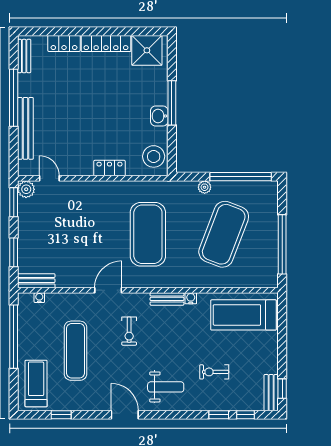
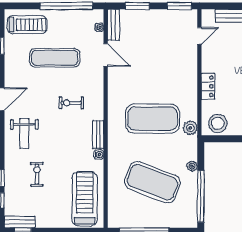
plant: (26, 189) -> (190, 128), moved
door: (108, 290) -> (106, 55), moved

